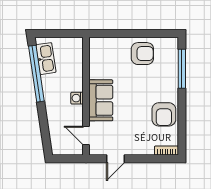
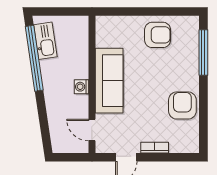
sofa: (101, 100) -> (109, 81), width x1.36
armchair: (164, 114) -> (182, 106), turned 180
bookcase: (166, 151) -> (155, 148), moved

